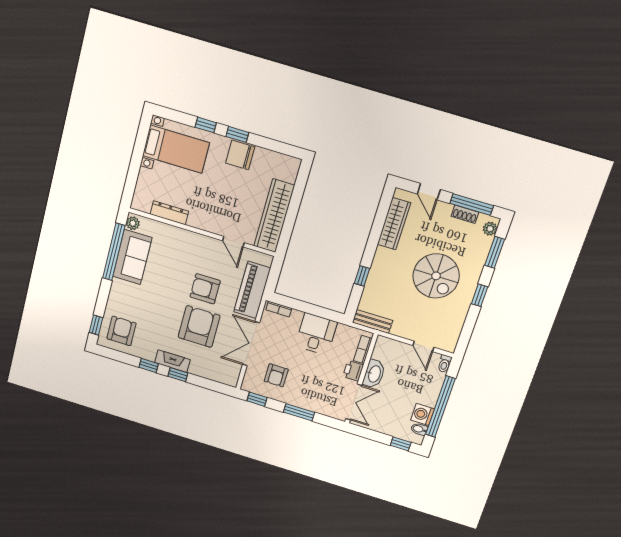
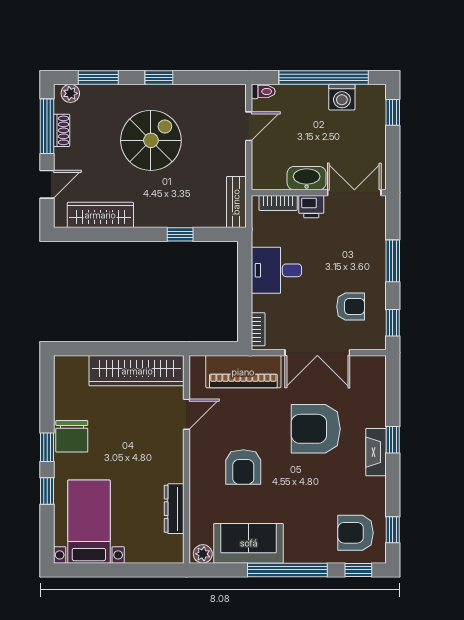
window: (114, 252) -> (287, 570), moved
armchair: (205, 289) -> (243, 467), moved
window: (149, 366) -> (393, 530), moved
bidet: (419, 429) -> (364, 95), removed

